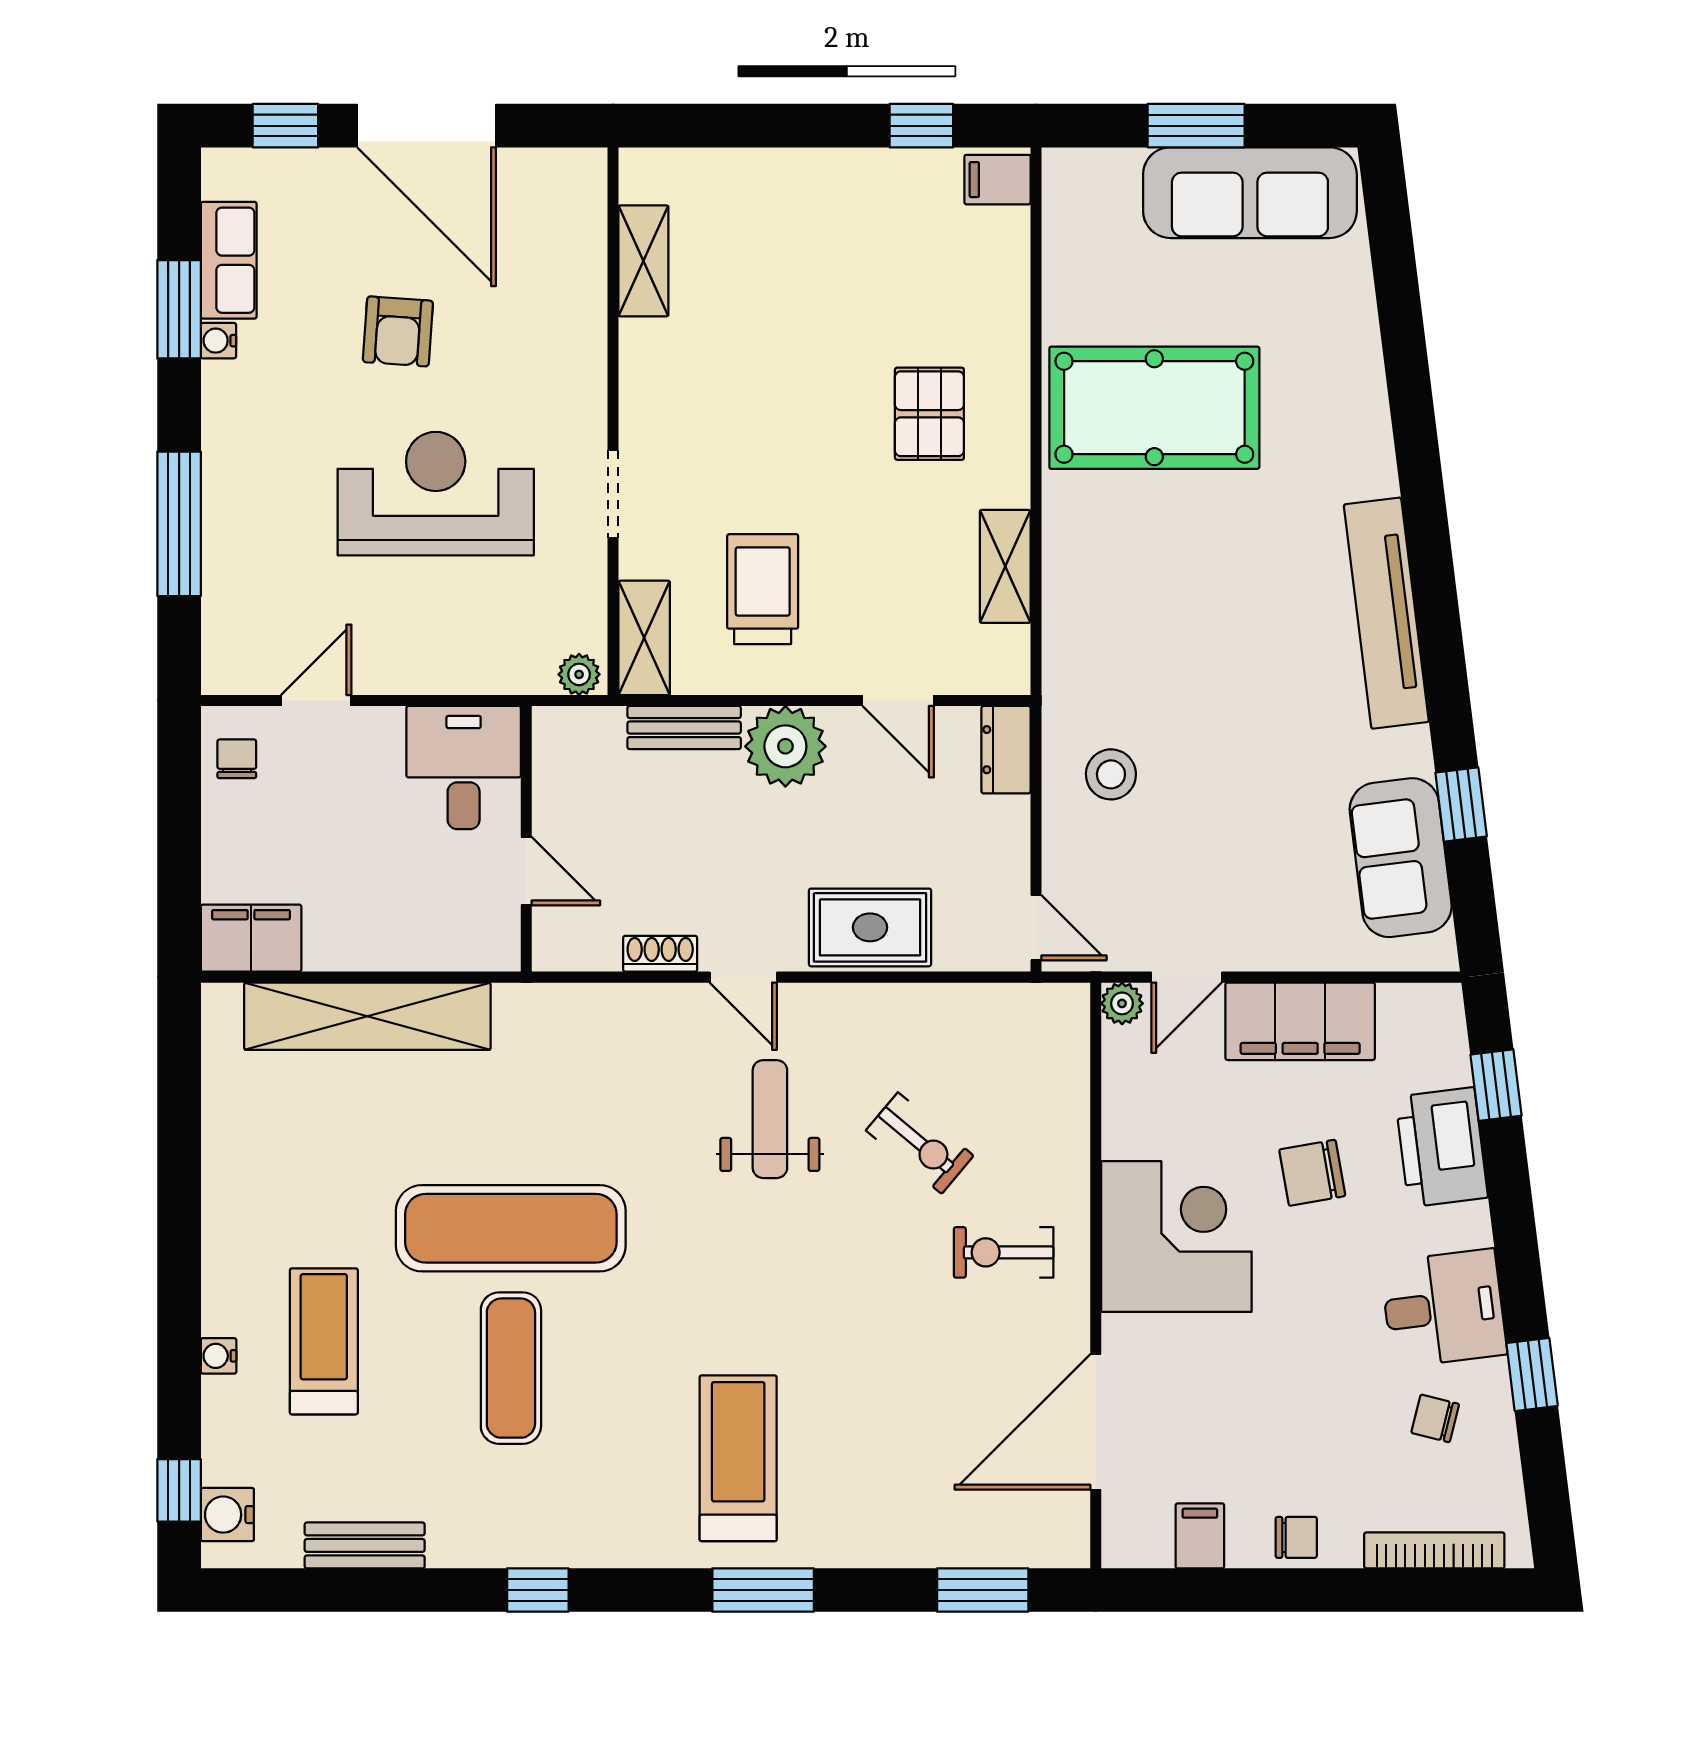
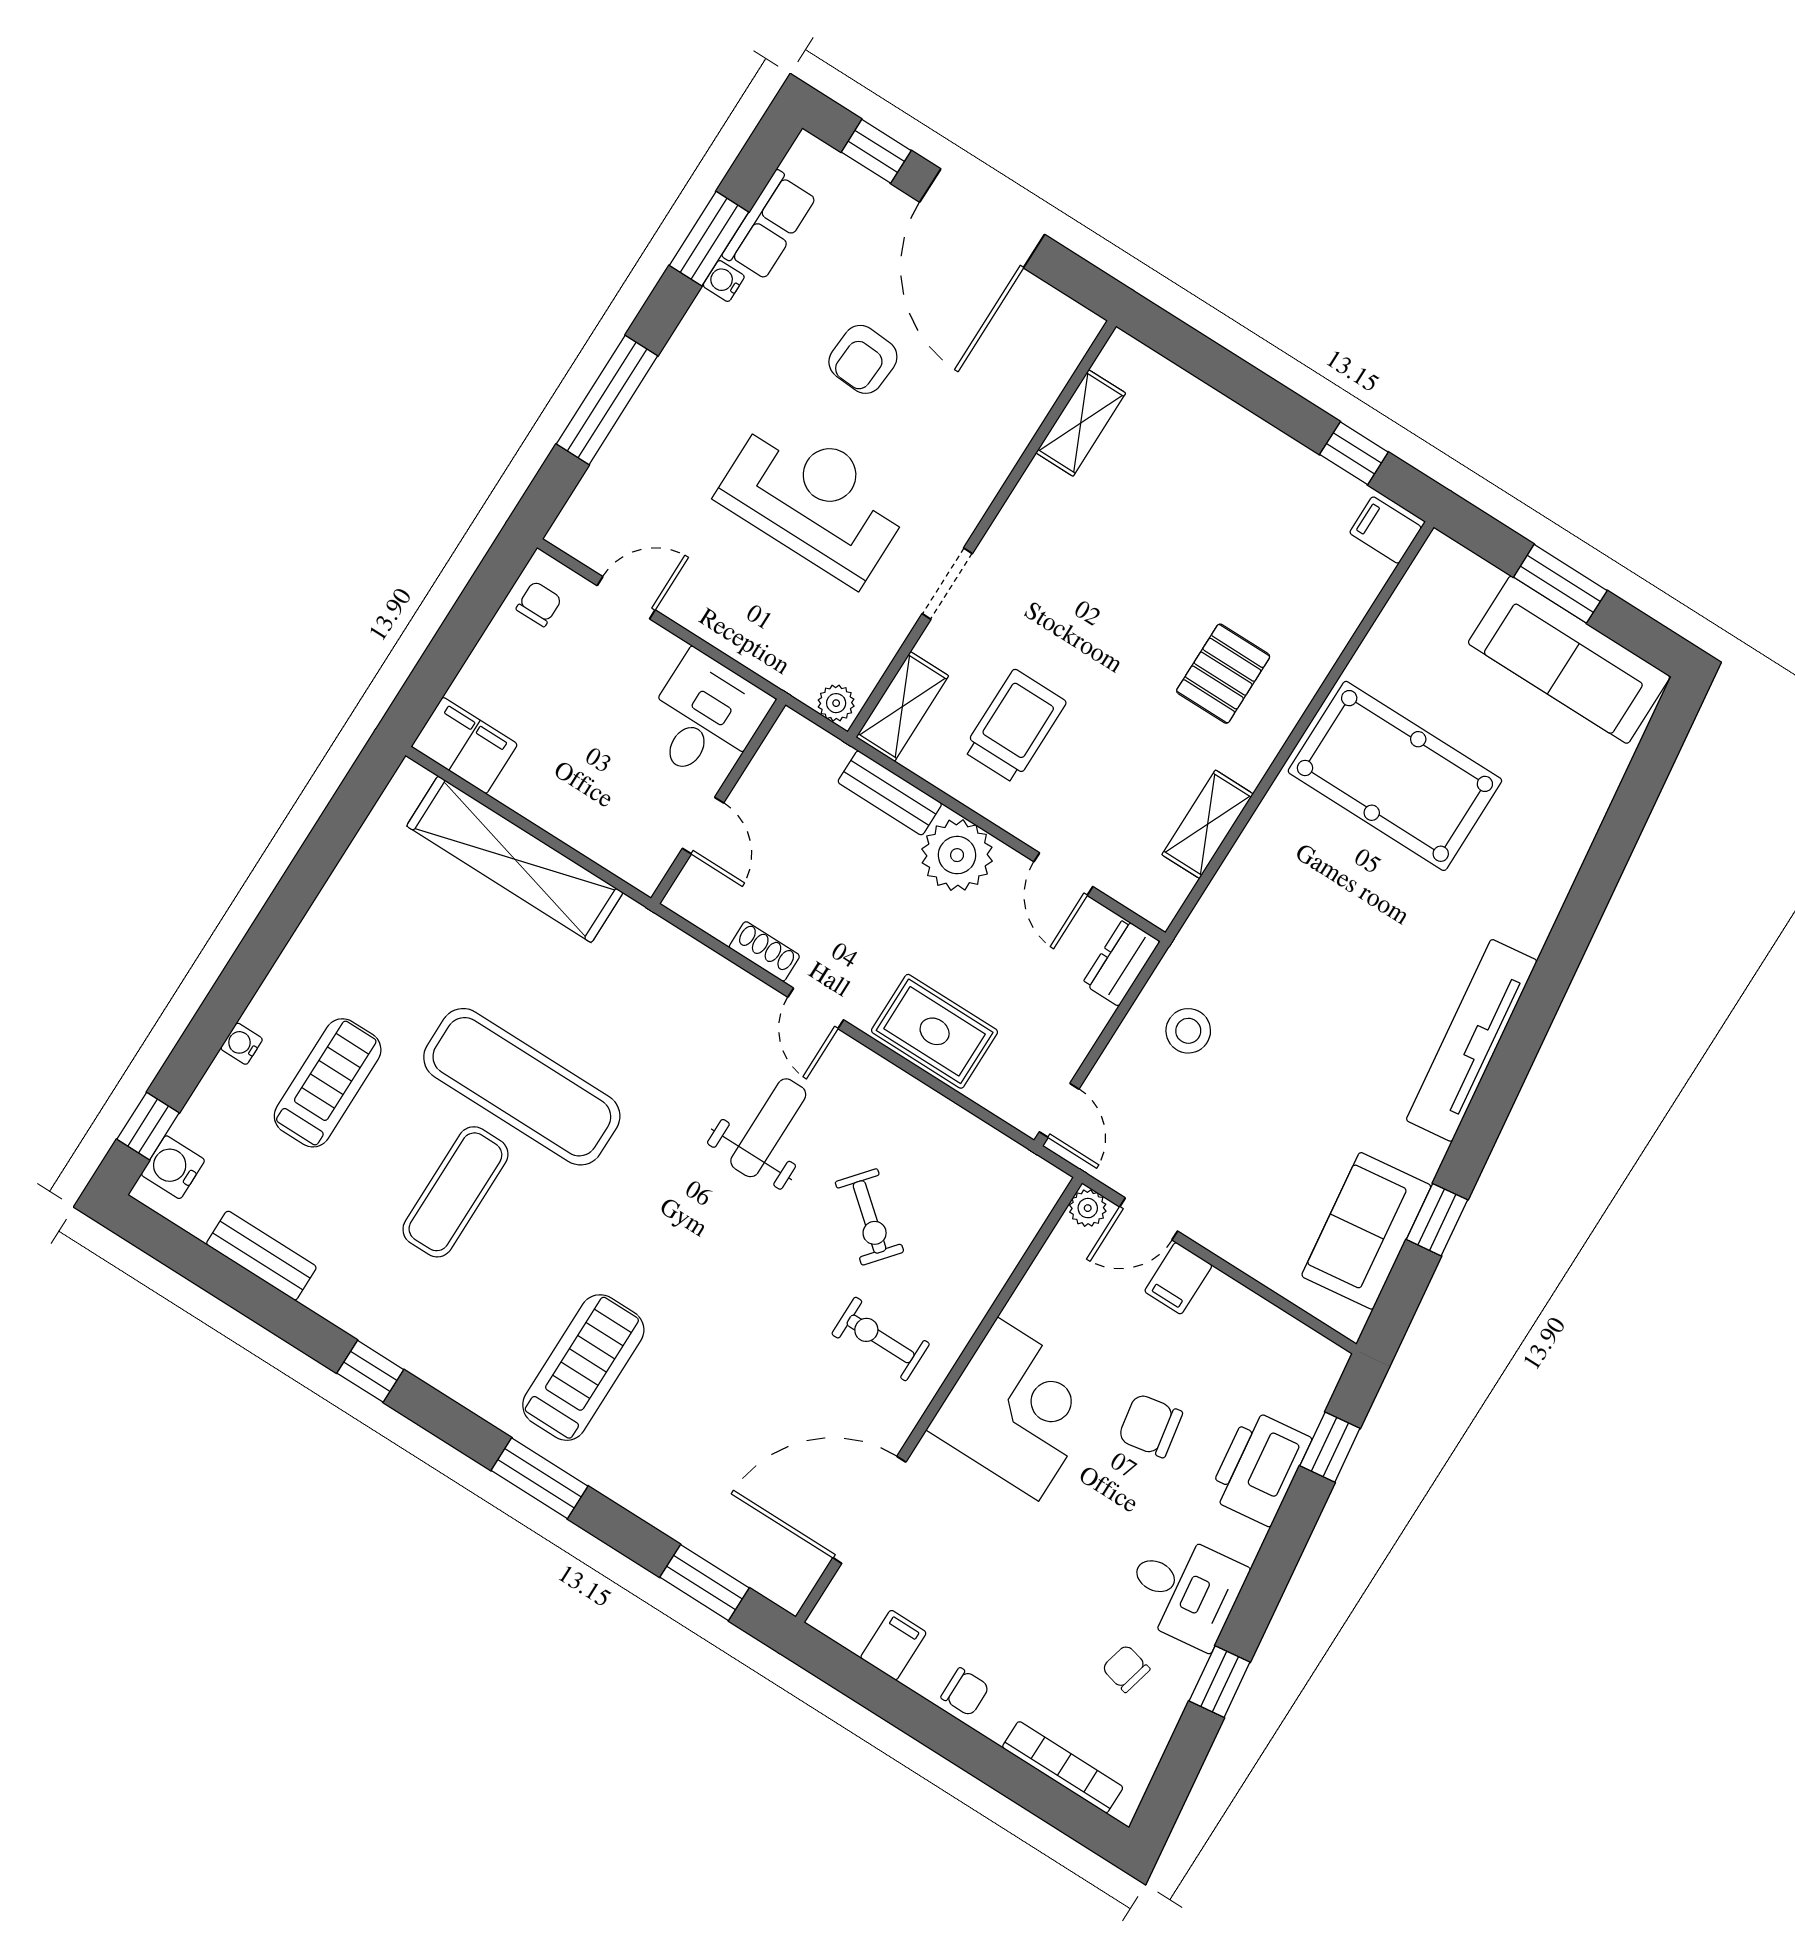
filing cabinet: (1300, 1021) -> (1178, 1278), width x0.33, depth x0.86

